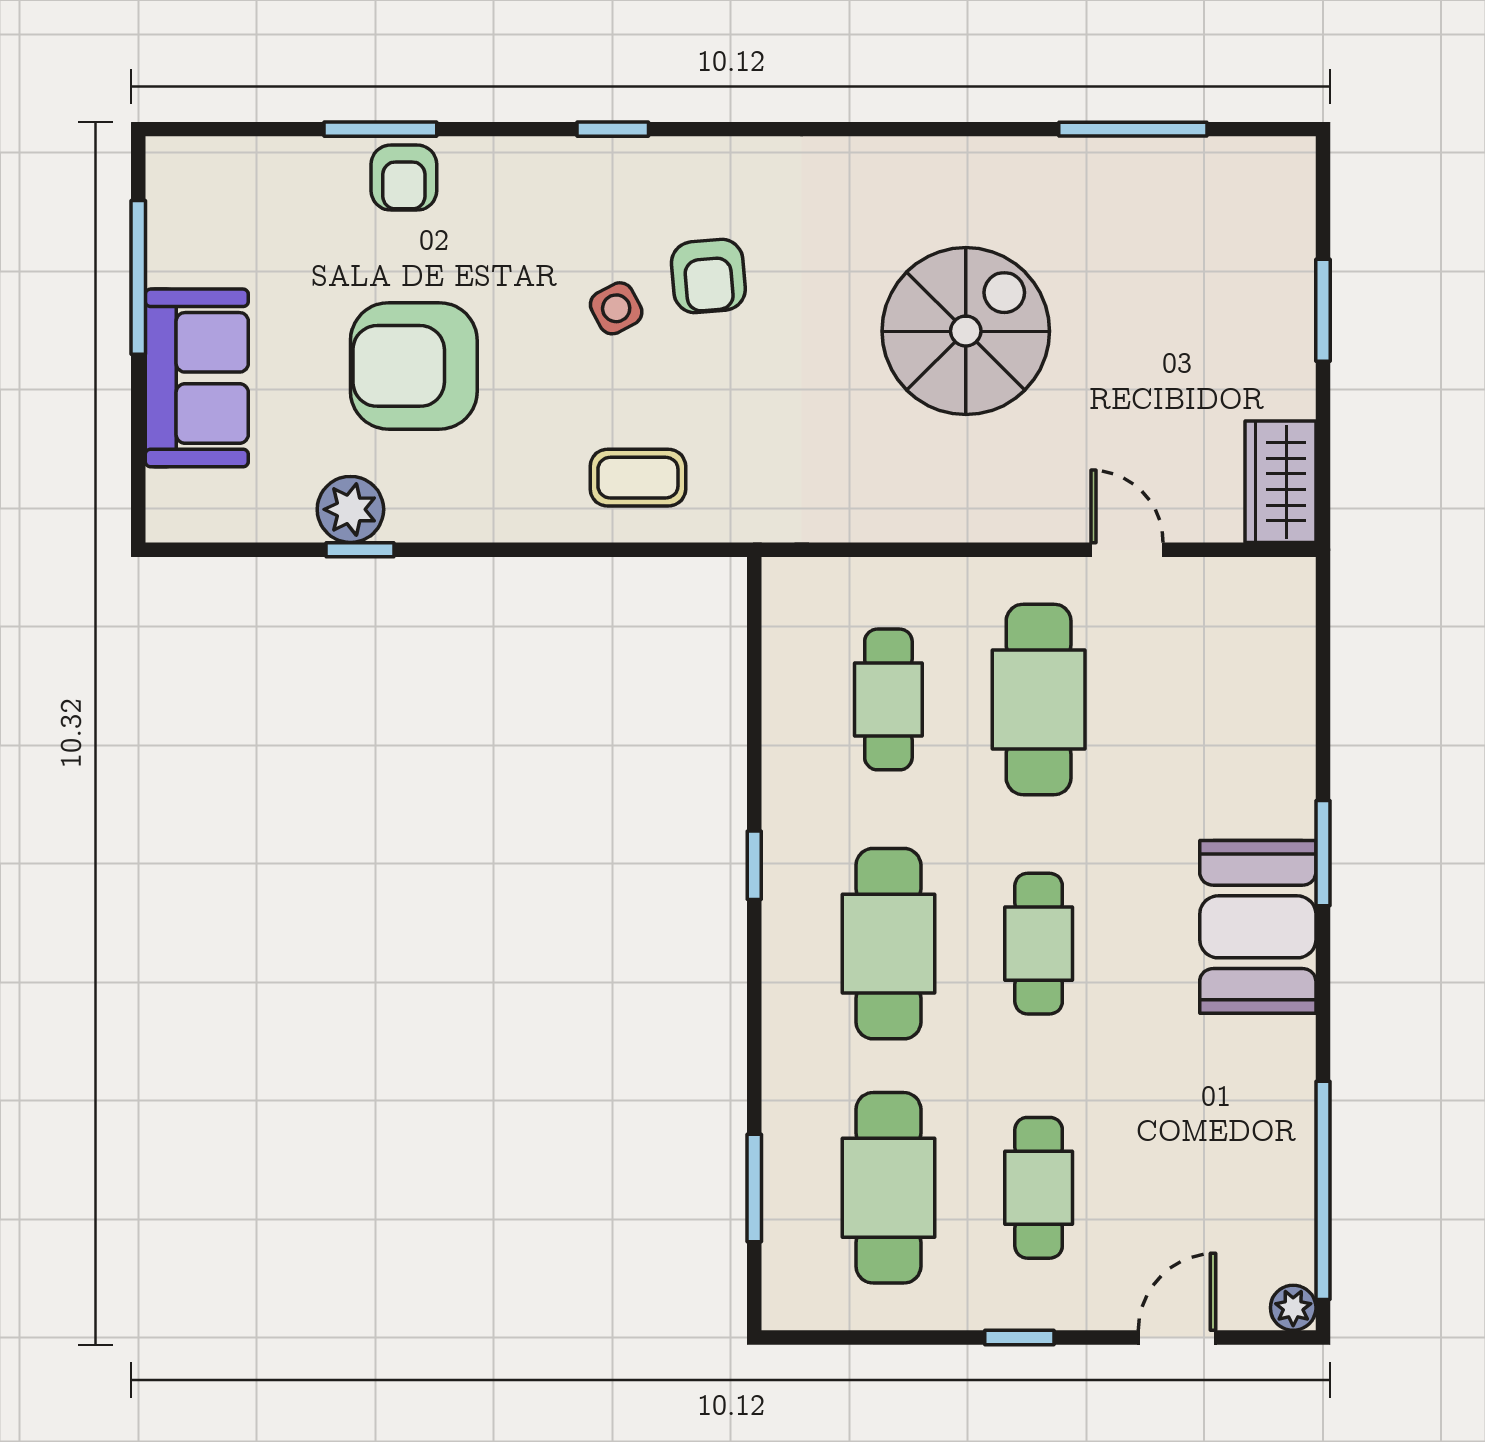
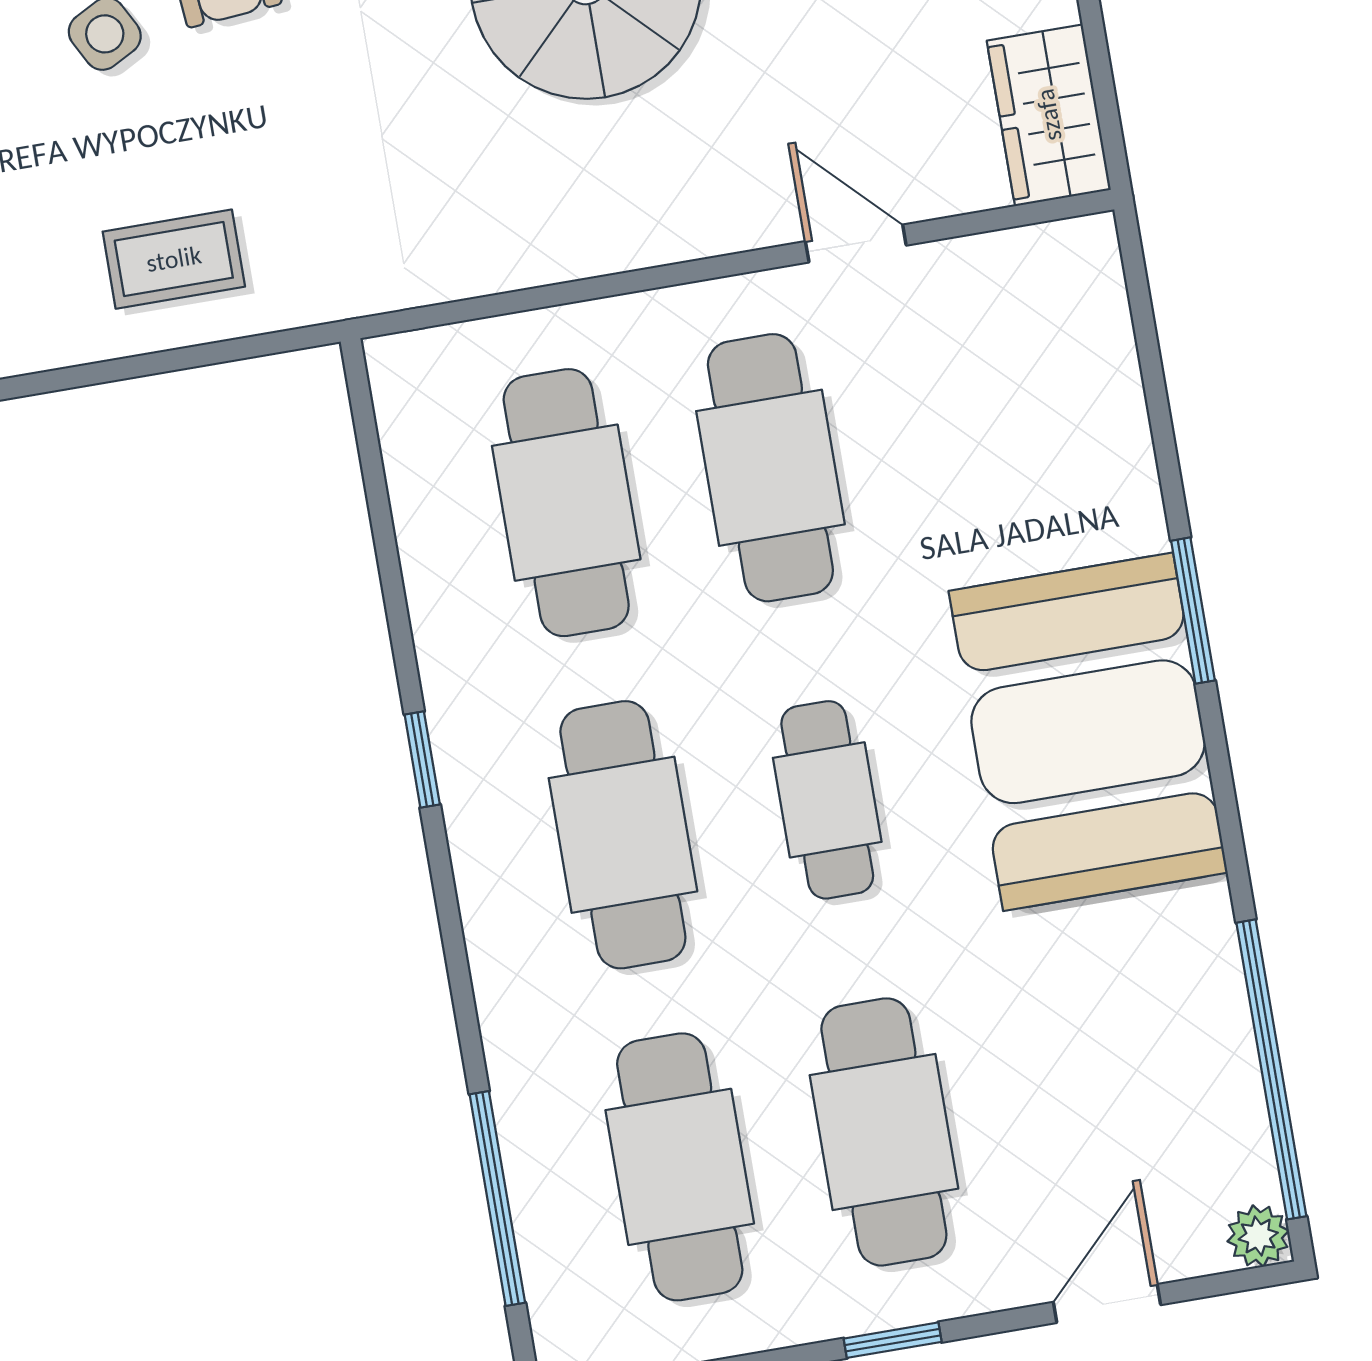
cafe table: (888, 699) -> (566, 503), width x1.37, depth x1.35
booth: (1258, 927) -> (1088, 732), width x1.36, depth x1.42
window: (754, 1188) -> (497, 1198), width x1.44
cafe table: (1039, 1188) -> (884, 1132), width x1.37, depth x1.35

